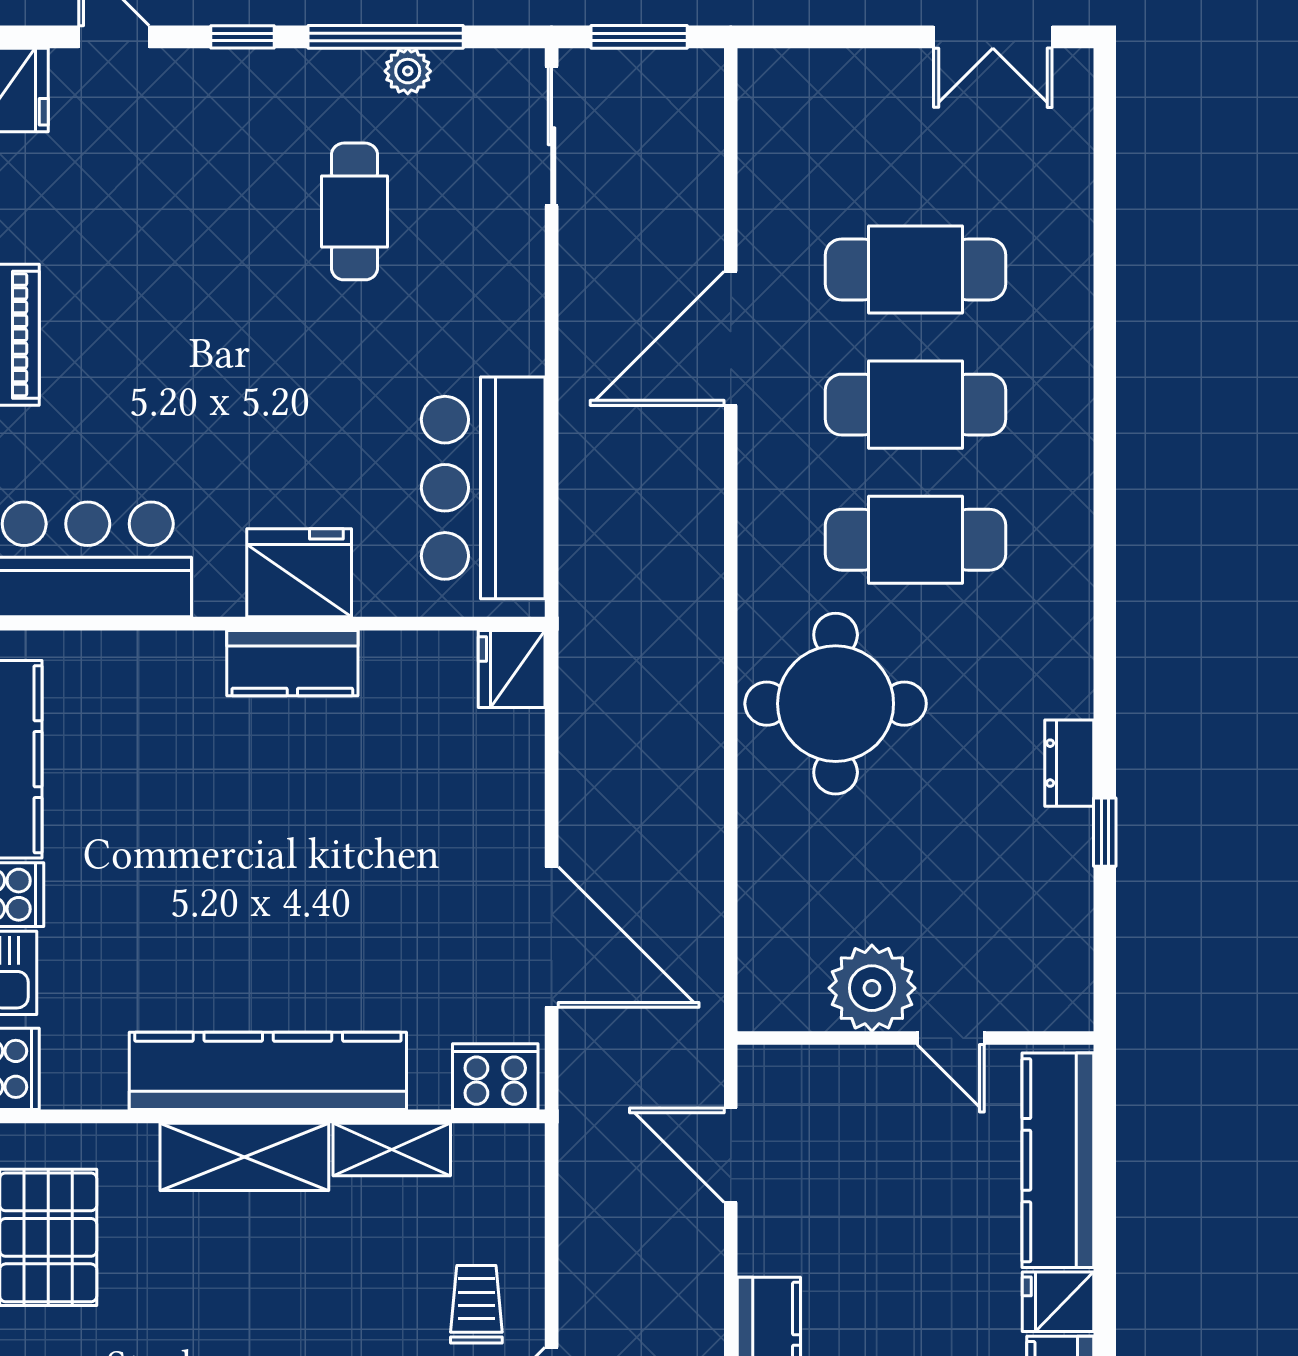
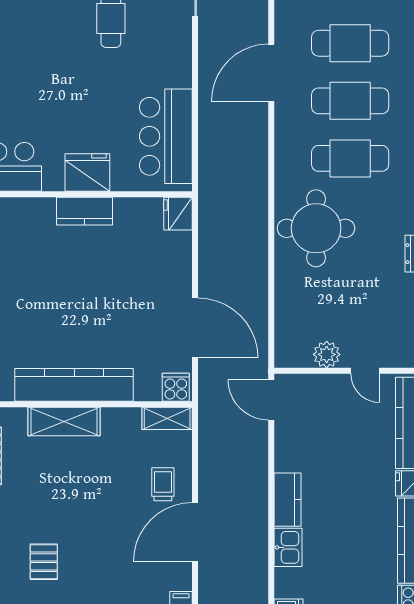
plant: (872, 988) -> (327, 354), width x0.73, depth x0.73
cooker: (495, 1077) -> (176, 387), width x0.73
shelving: (392, 1150) -> (167, 418), moved
door: (731, 1155) -> (271, 400), moved

